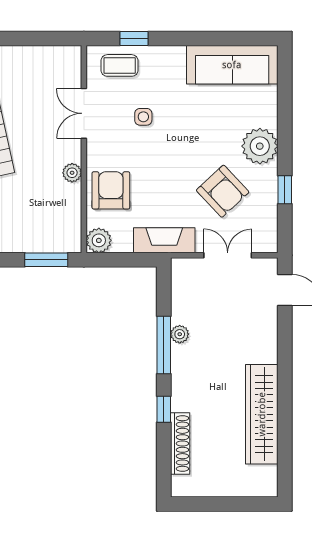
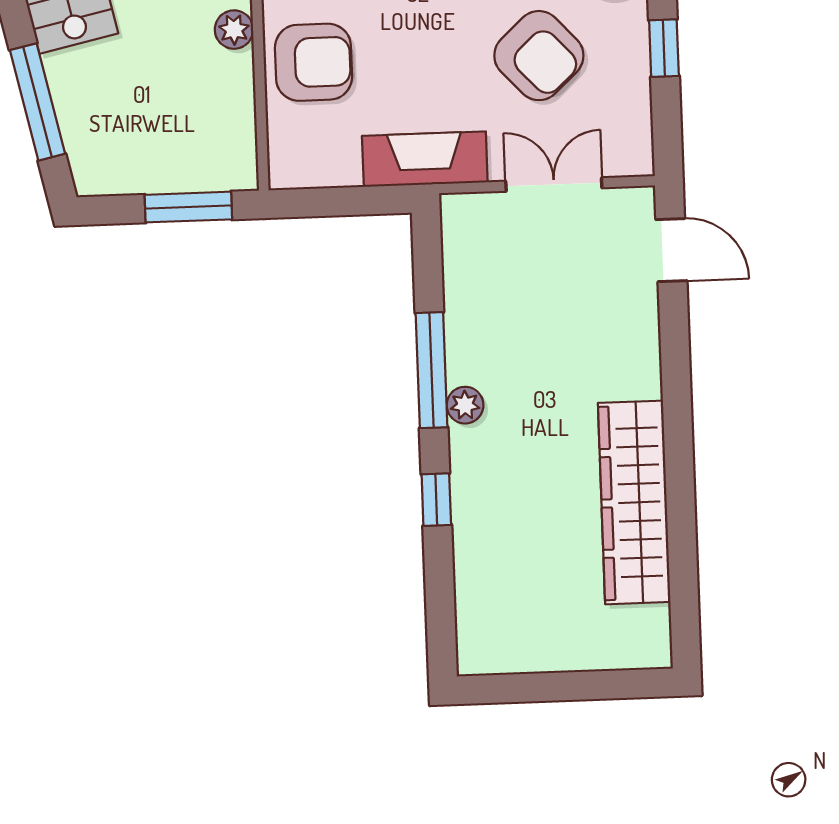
armchair: (111, 190) -> (313, 62), turned 90
plant: (99, 240) -> (293, 164), removed
plant: (180, 334) -> (465, 405), moved
shoe rack: (180, 443) -> (472, 567), removed

